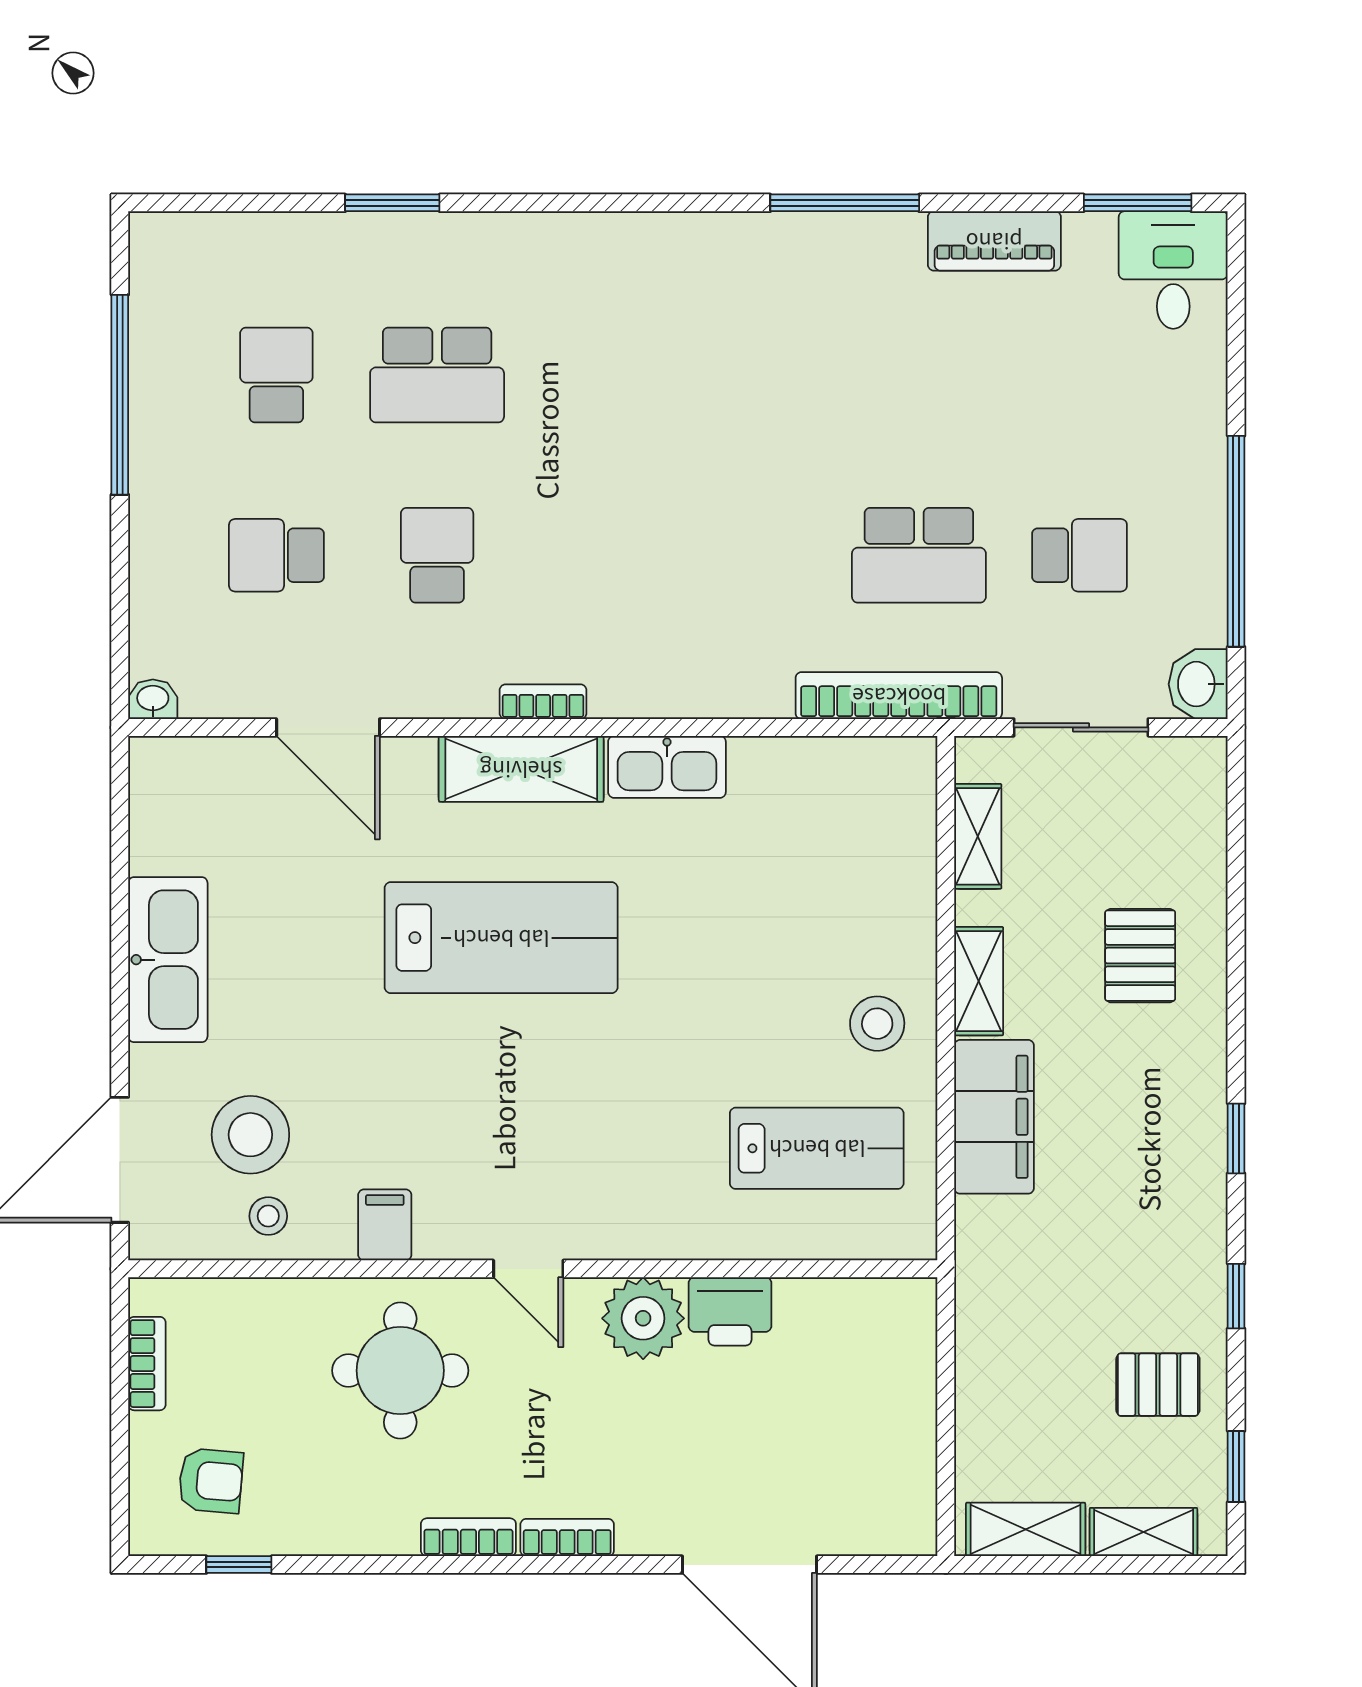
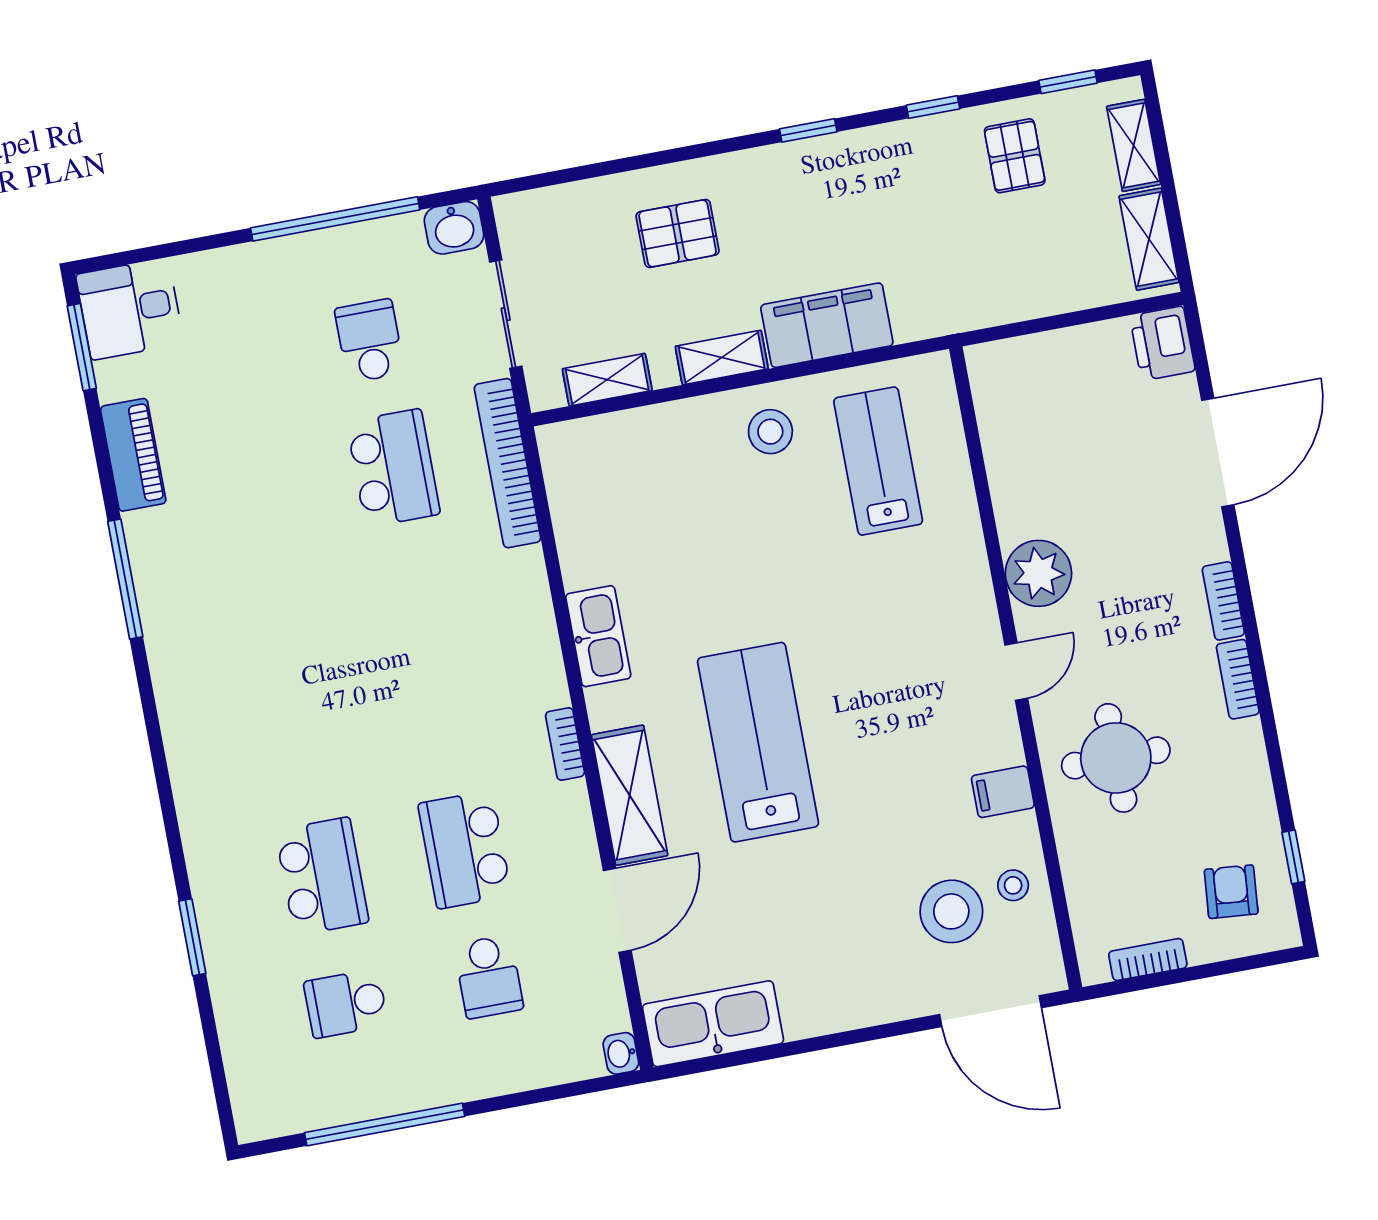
school desk: (437, 555) -> (465, 850), width x1.85
shelving: (521, 769) -> (630, 795), moved
kitchen sink: (168, 960) -> (713, 1024), moved
printer: (730, 1311) -> (1162, 343), moved, turned 180

